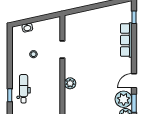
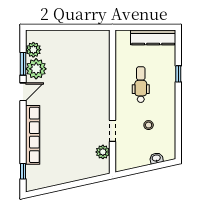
row of seats: (126, 40) -> (33, 135), width x1.36
plant: (70, 83) -> (103, 152), moved
dental chair: (24, 89) -> (141, 85), moved, turned 180

